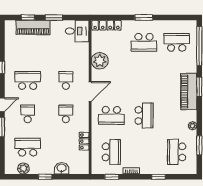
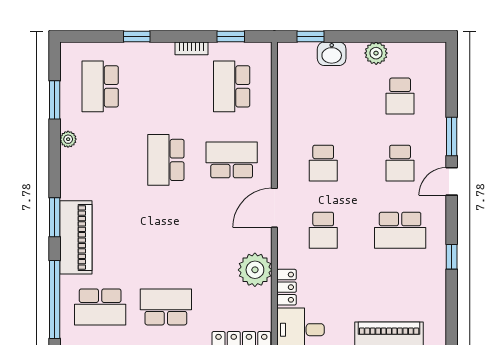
piano: (189, 92) -> (76, 237), moved
locker: (84, 141) -> (287, 287), moved
school desk: (28, 147) -> (400, 96), width x0.54
school desk: (177, 152) -> (100, 86), turned 180
plant: (23, 168) -> (376, 53), moved
window: (45, 177) -> (310, 36), moved

